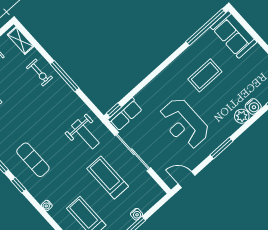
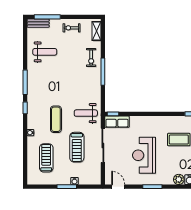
weight bench: (85, 134) -> (86, 113), turned 90
exercise mat: (33, 160) -> (56, 119), moved
treadmill: (108, 178) -> (77, 147), turned 180

